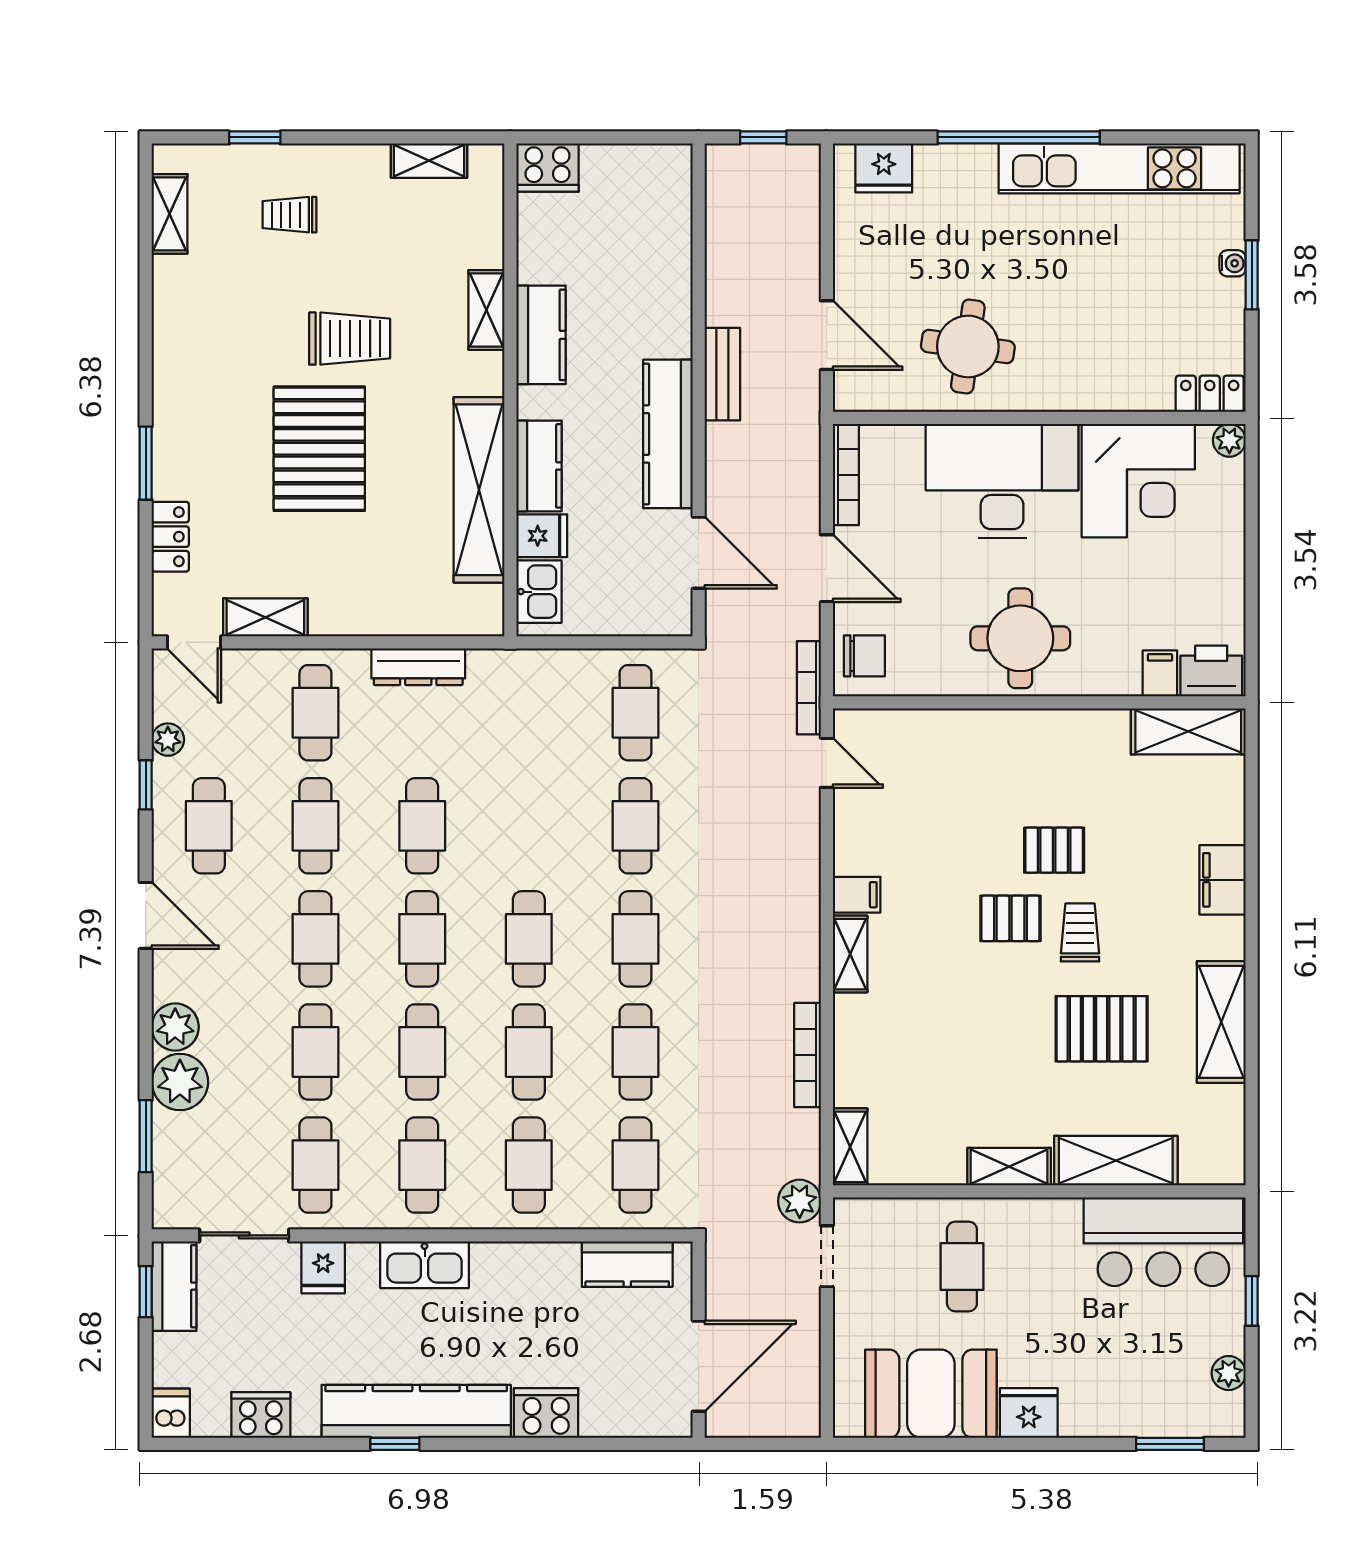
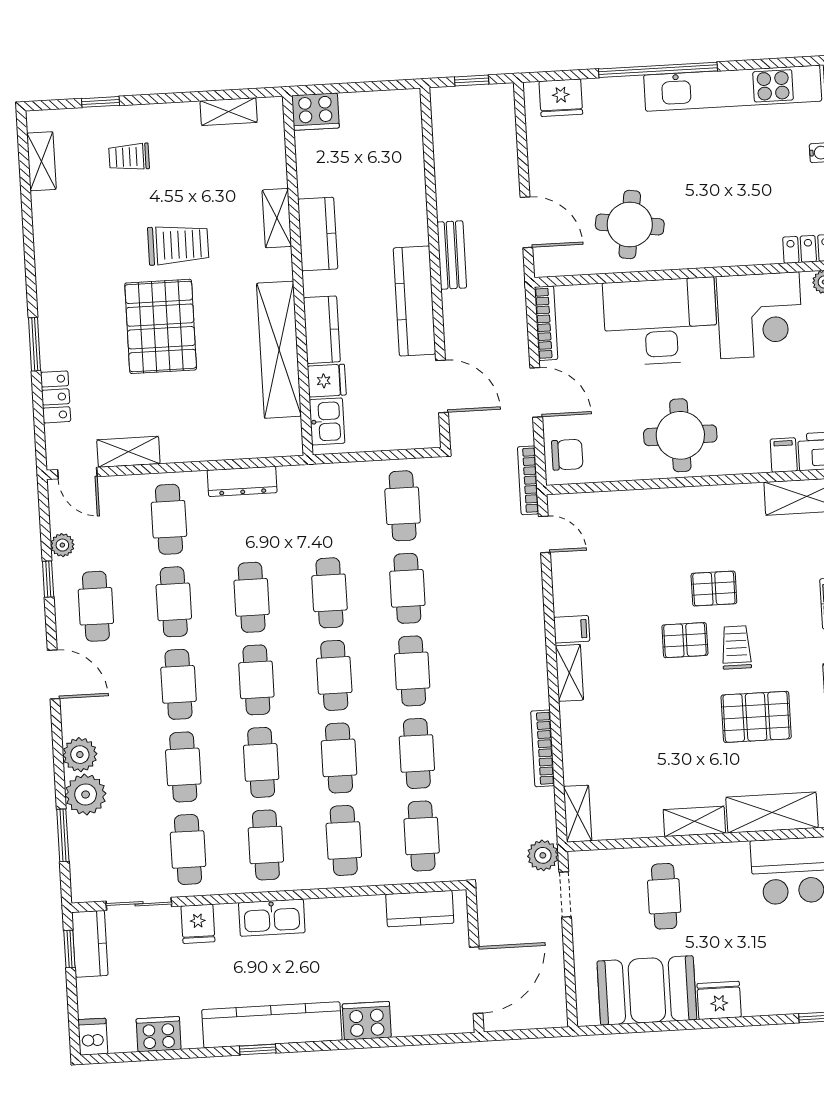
cafe table: (529, 826) -> (329, 593), added

